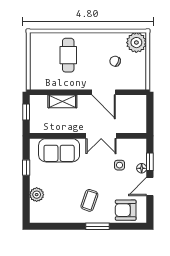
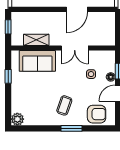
door: (104, 92) -> (77, 9), hinge flipped
shelving: (62, 101) -> (36, 40), moved
plant: (37, 195) -> (17, 119), moved
armchair: (126, 210) -> (97, 114), turned 180

